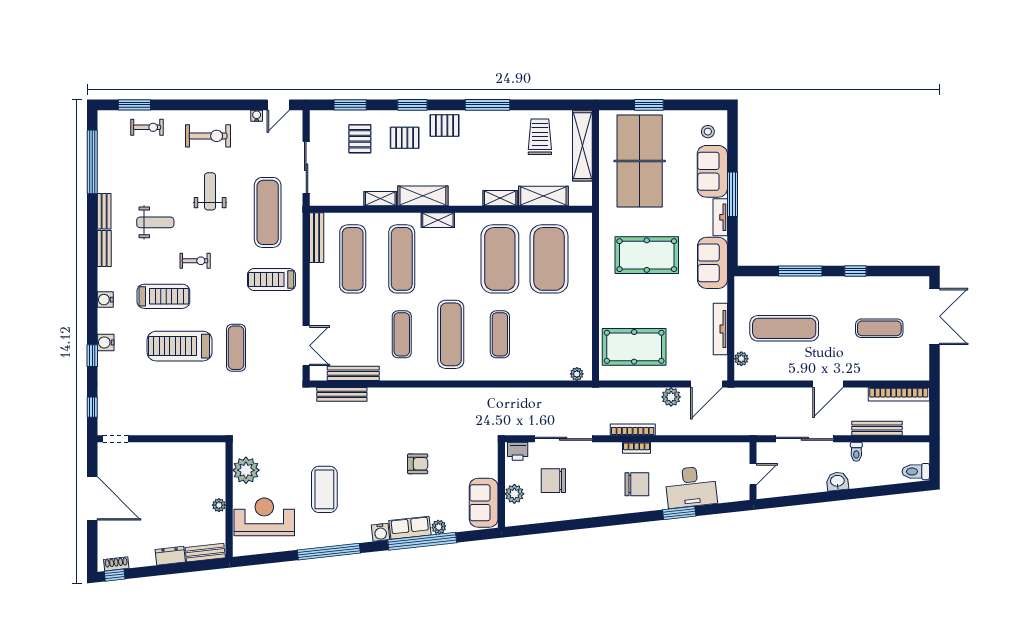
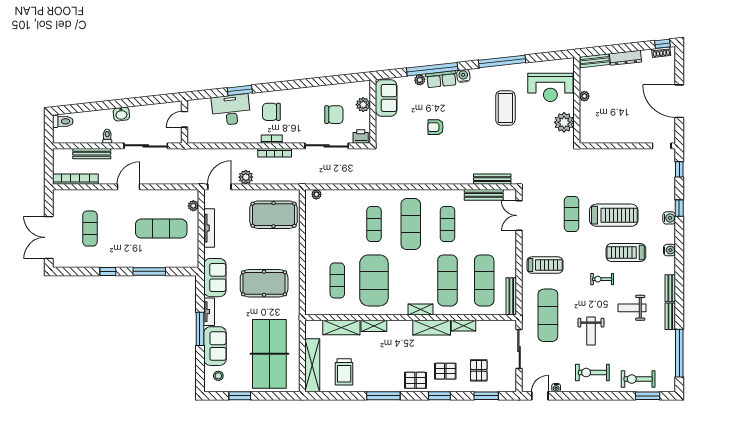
window: (649, 105) -> (240, 396), moved
exercise bike: (147, 127) -> (638, 379), width x1.38, depth x1.39
exercise mat: (549, 259) -> (337, 280), width x0.50, depth x0.69
exercise mat: (879, 328) -> (90, 229), turned 90
dresser: (170, 556) -> (625, 58), width x1.44

